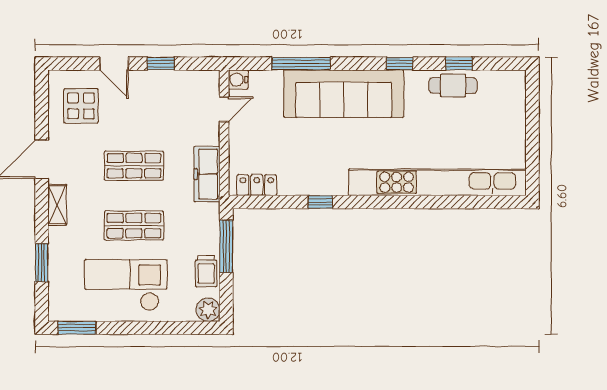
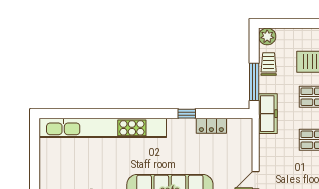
freezer: (207, 174) -> (268, 114), moved
locker: (257, 185) -> (211, 126), moved

